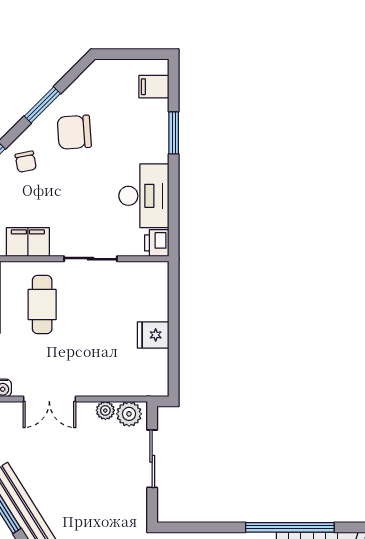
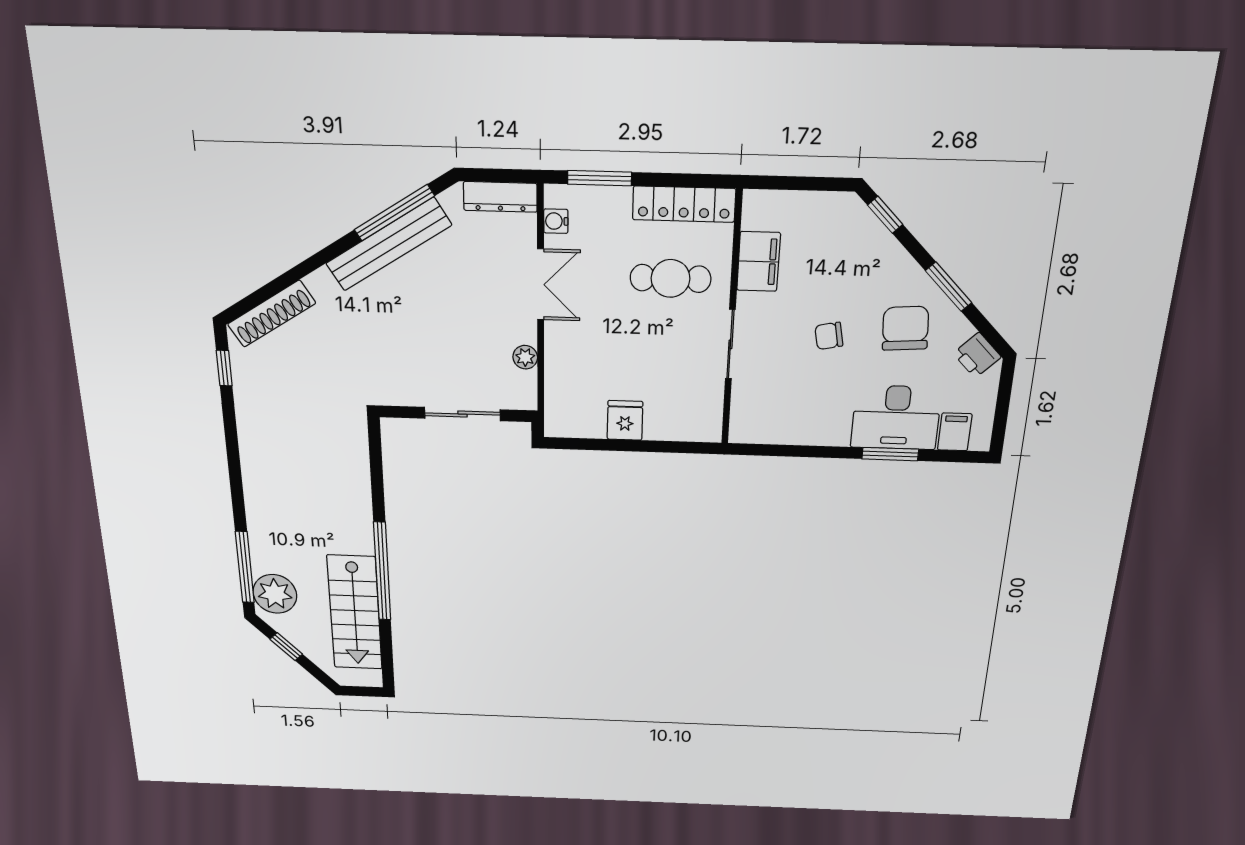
chair: (26, 162) -> (829, 336), moved
desk: (144, 196) -> (896, 417), moved
printer: (157, 243) -> (977, 355), moved, turned -135
double door: (49, 399) -> (541, 285), swing flipped
plant: (129, 414) -> (521, 387), removed

